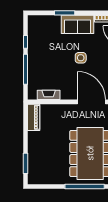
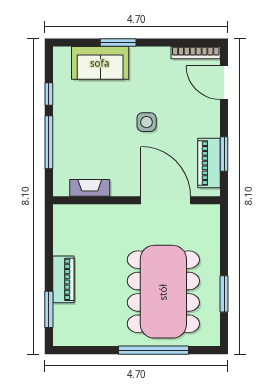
sofa: (78, 24) -> (100, 63), moved
piano: (34, 117) -> (63, 279), moved

